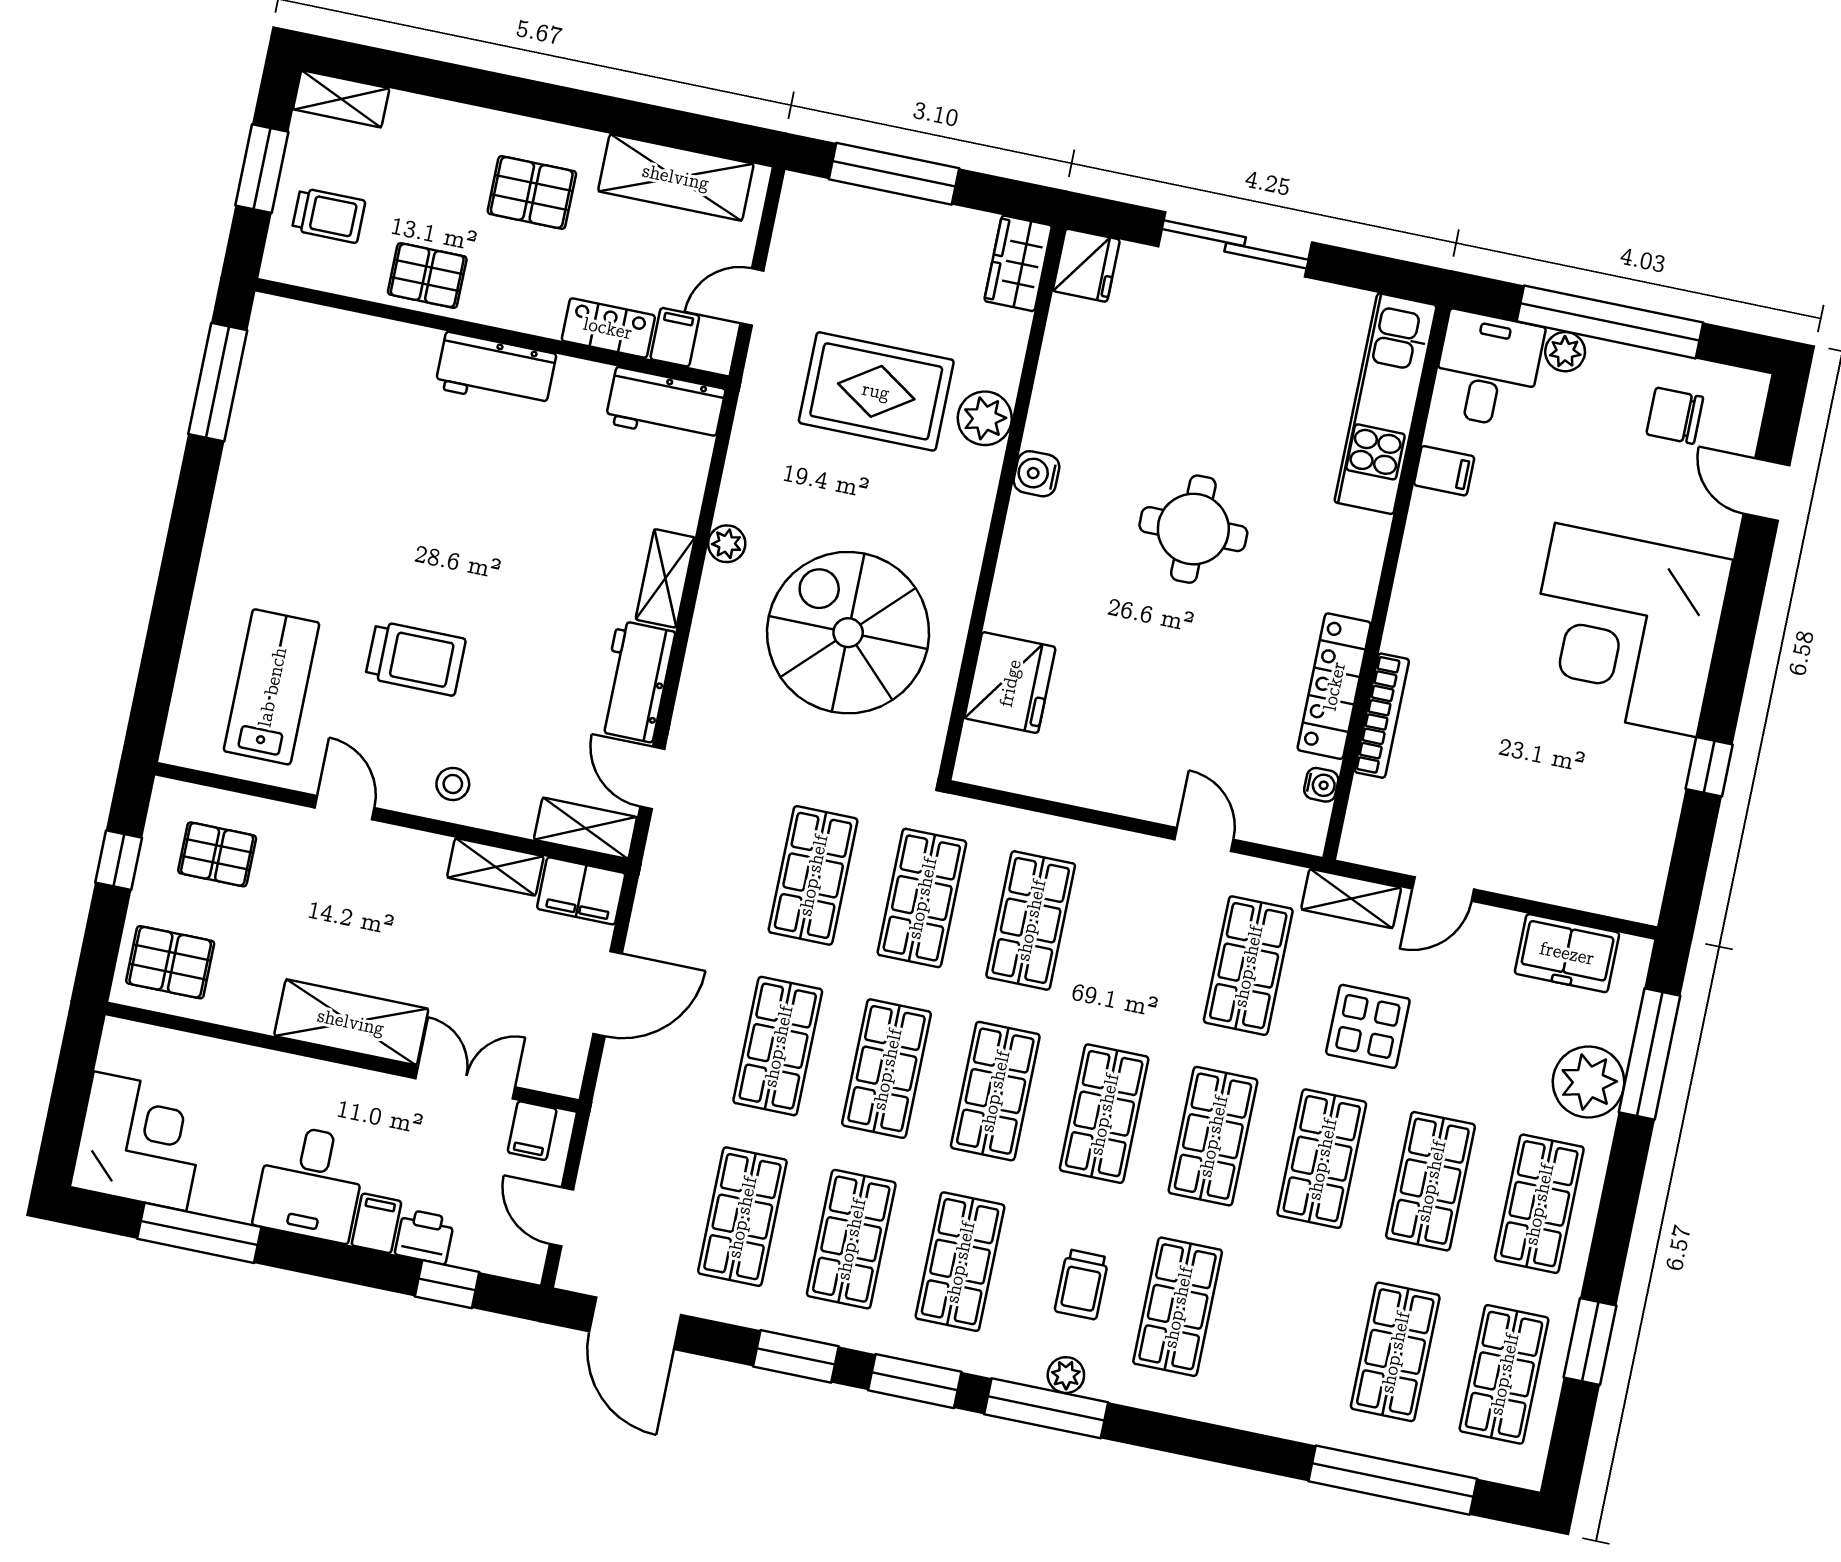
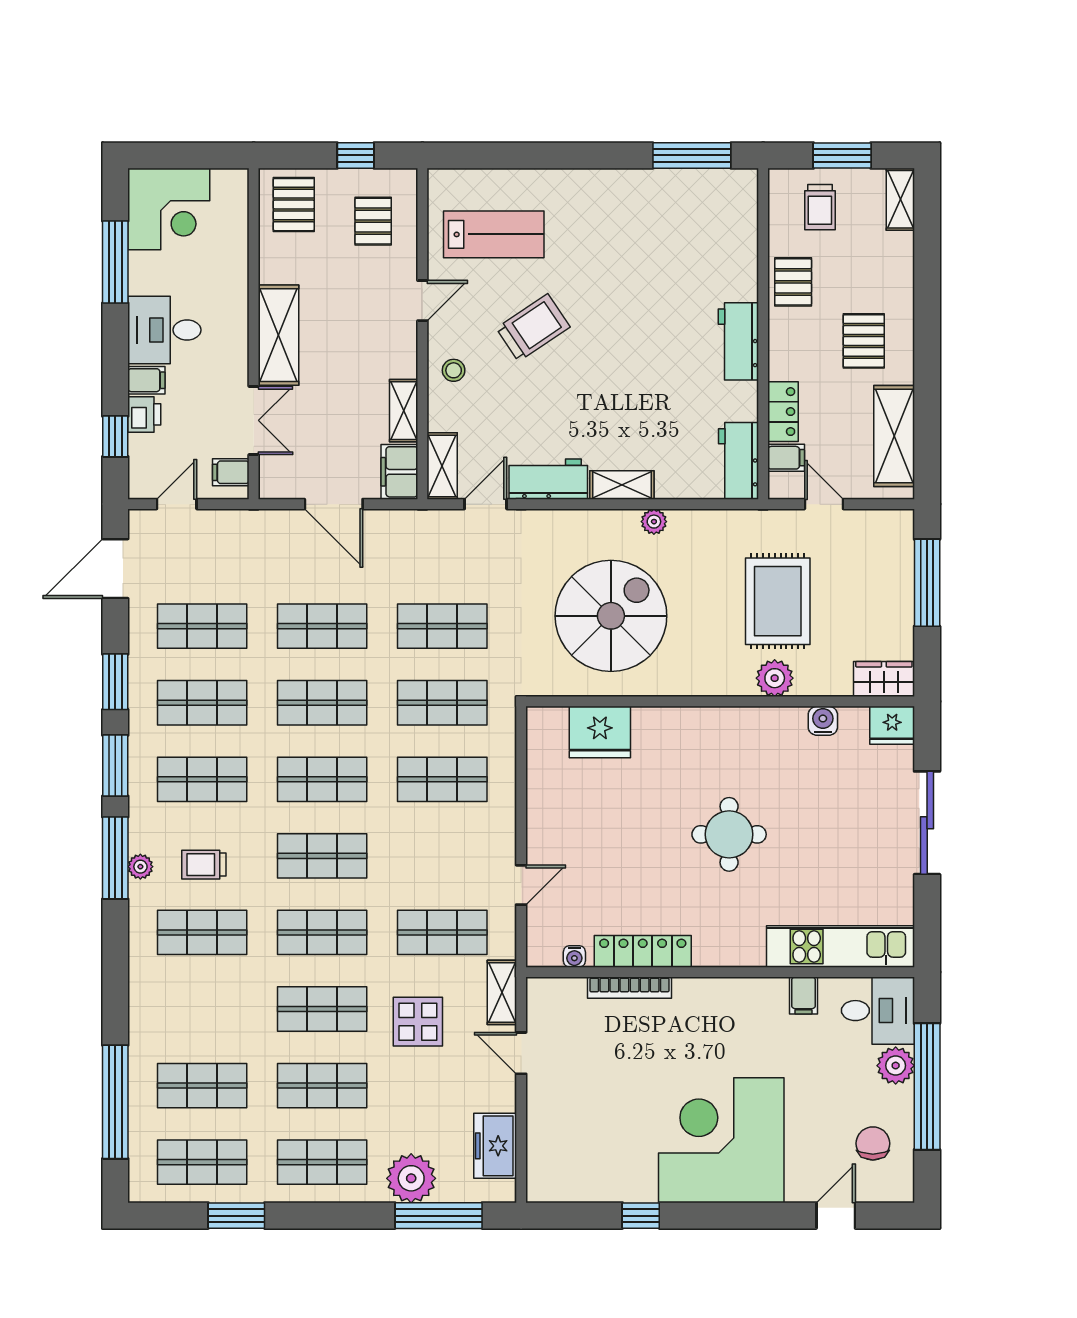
plant: (1565, 352) -> (896, 1066), width x1.38, depth x1.38
water cooler: (1036, 474) -> (823, 721), moved
trolley: (416, 658) -> (533, 328), turned -124

